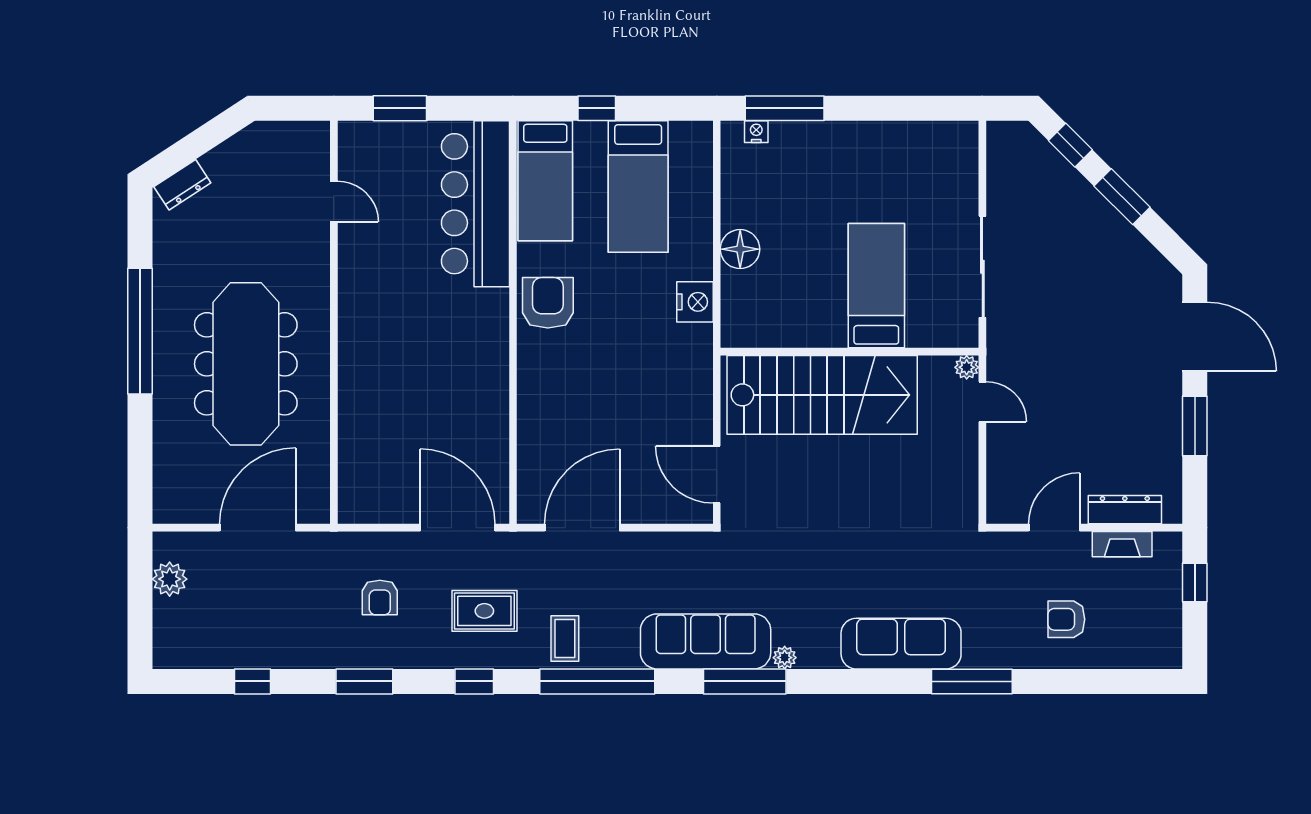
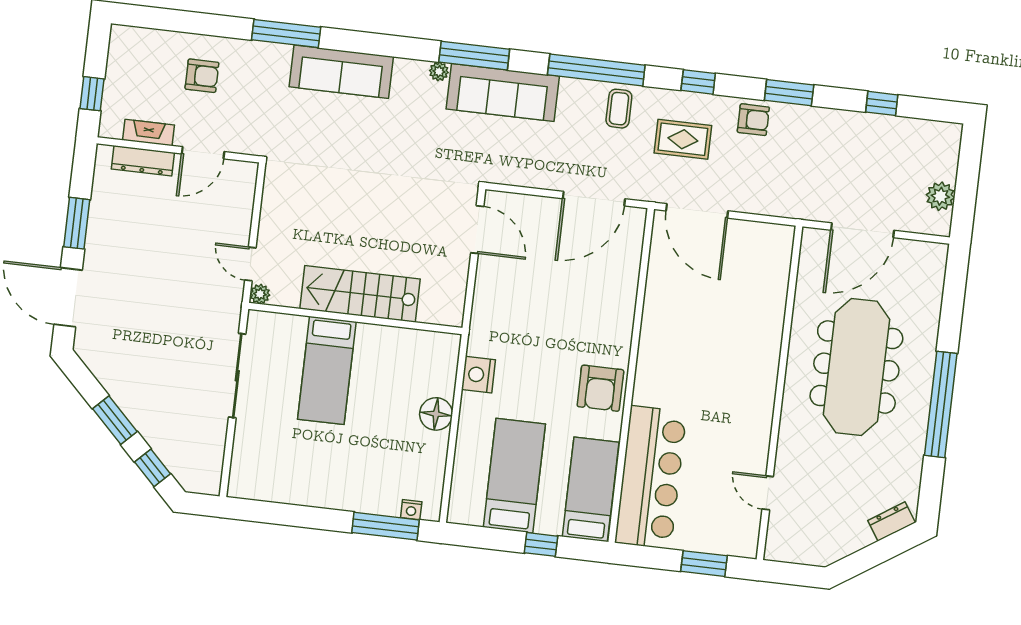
stairs: (822, 395) -> (360, 294), width x0.73, depth x0.66
armchair: (380, 598) -> (753, 120), moved, turned 90

